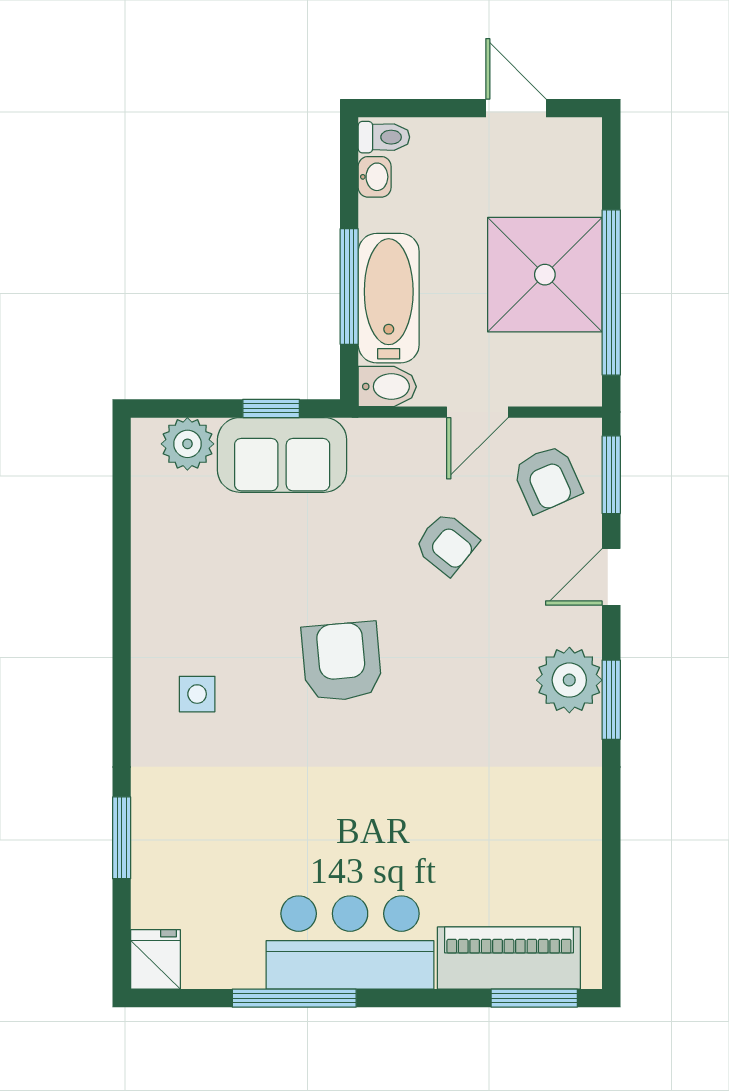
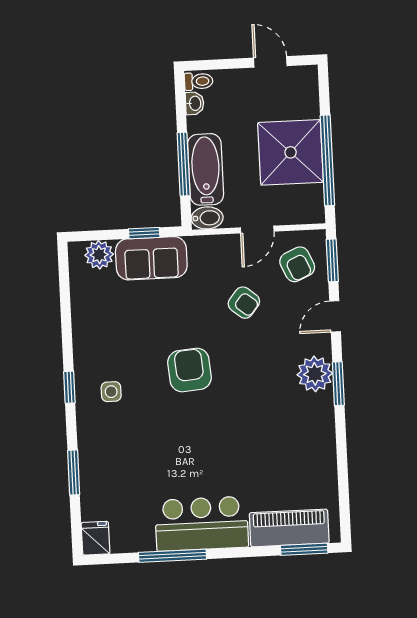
window: (122, 682) -> (69, 387), added

